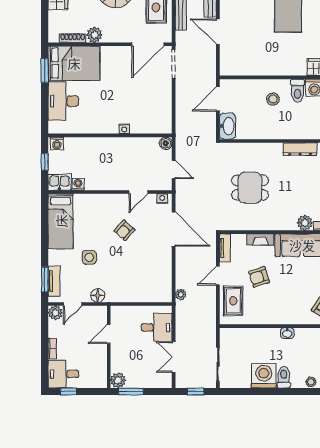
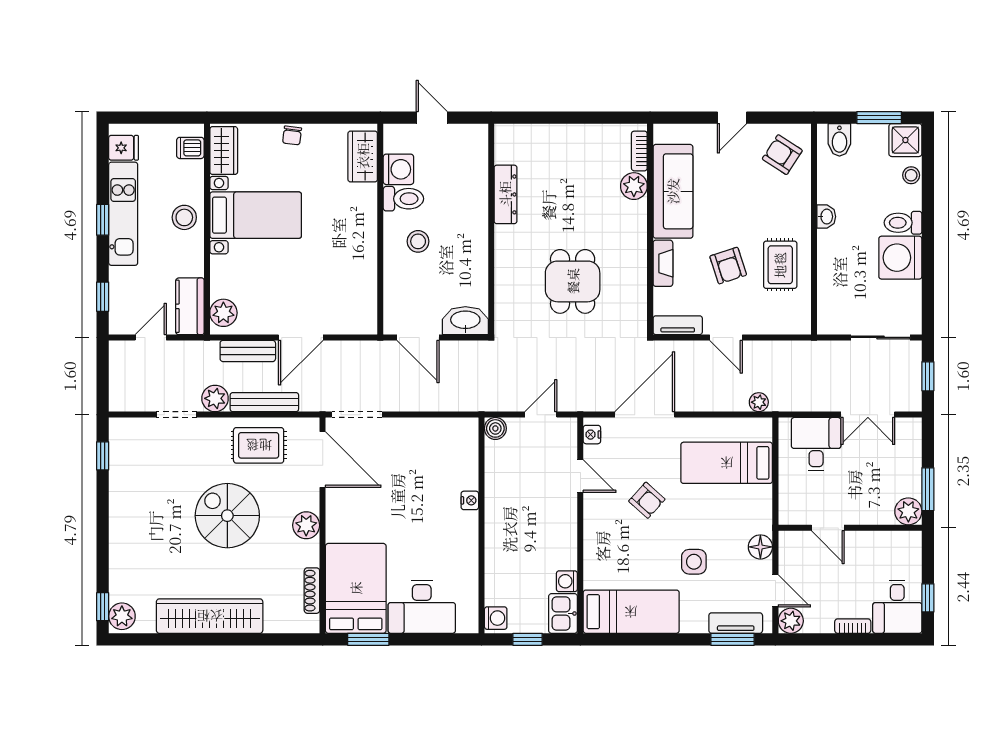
plant: (94, 35) -> (306, 525), moved
bed: (146, 276) -> (727, 463), added
rug: (233, 301) -> (780, 265), moved, turned 90

